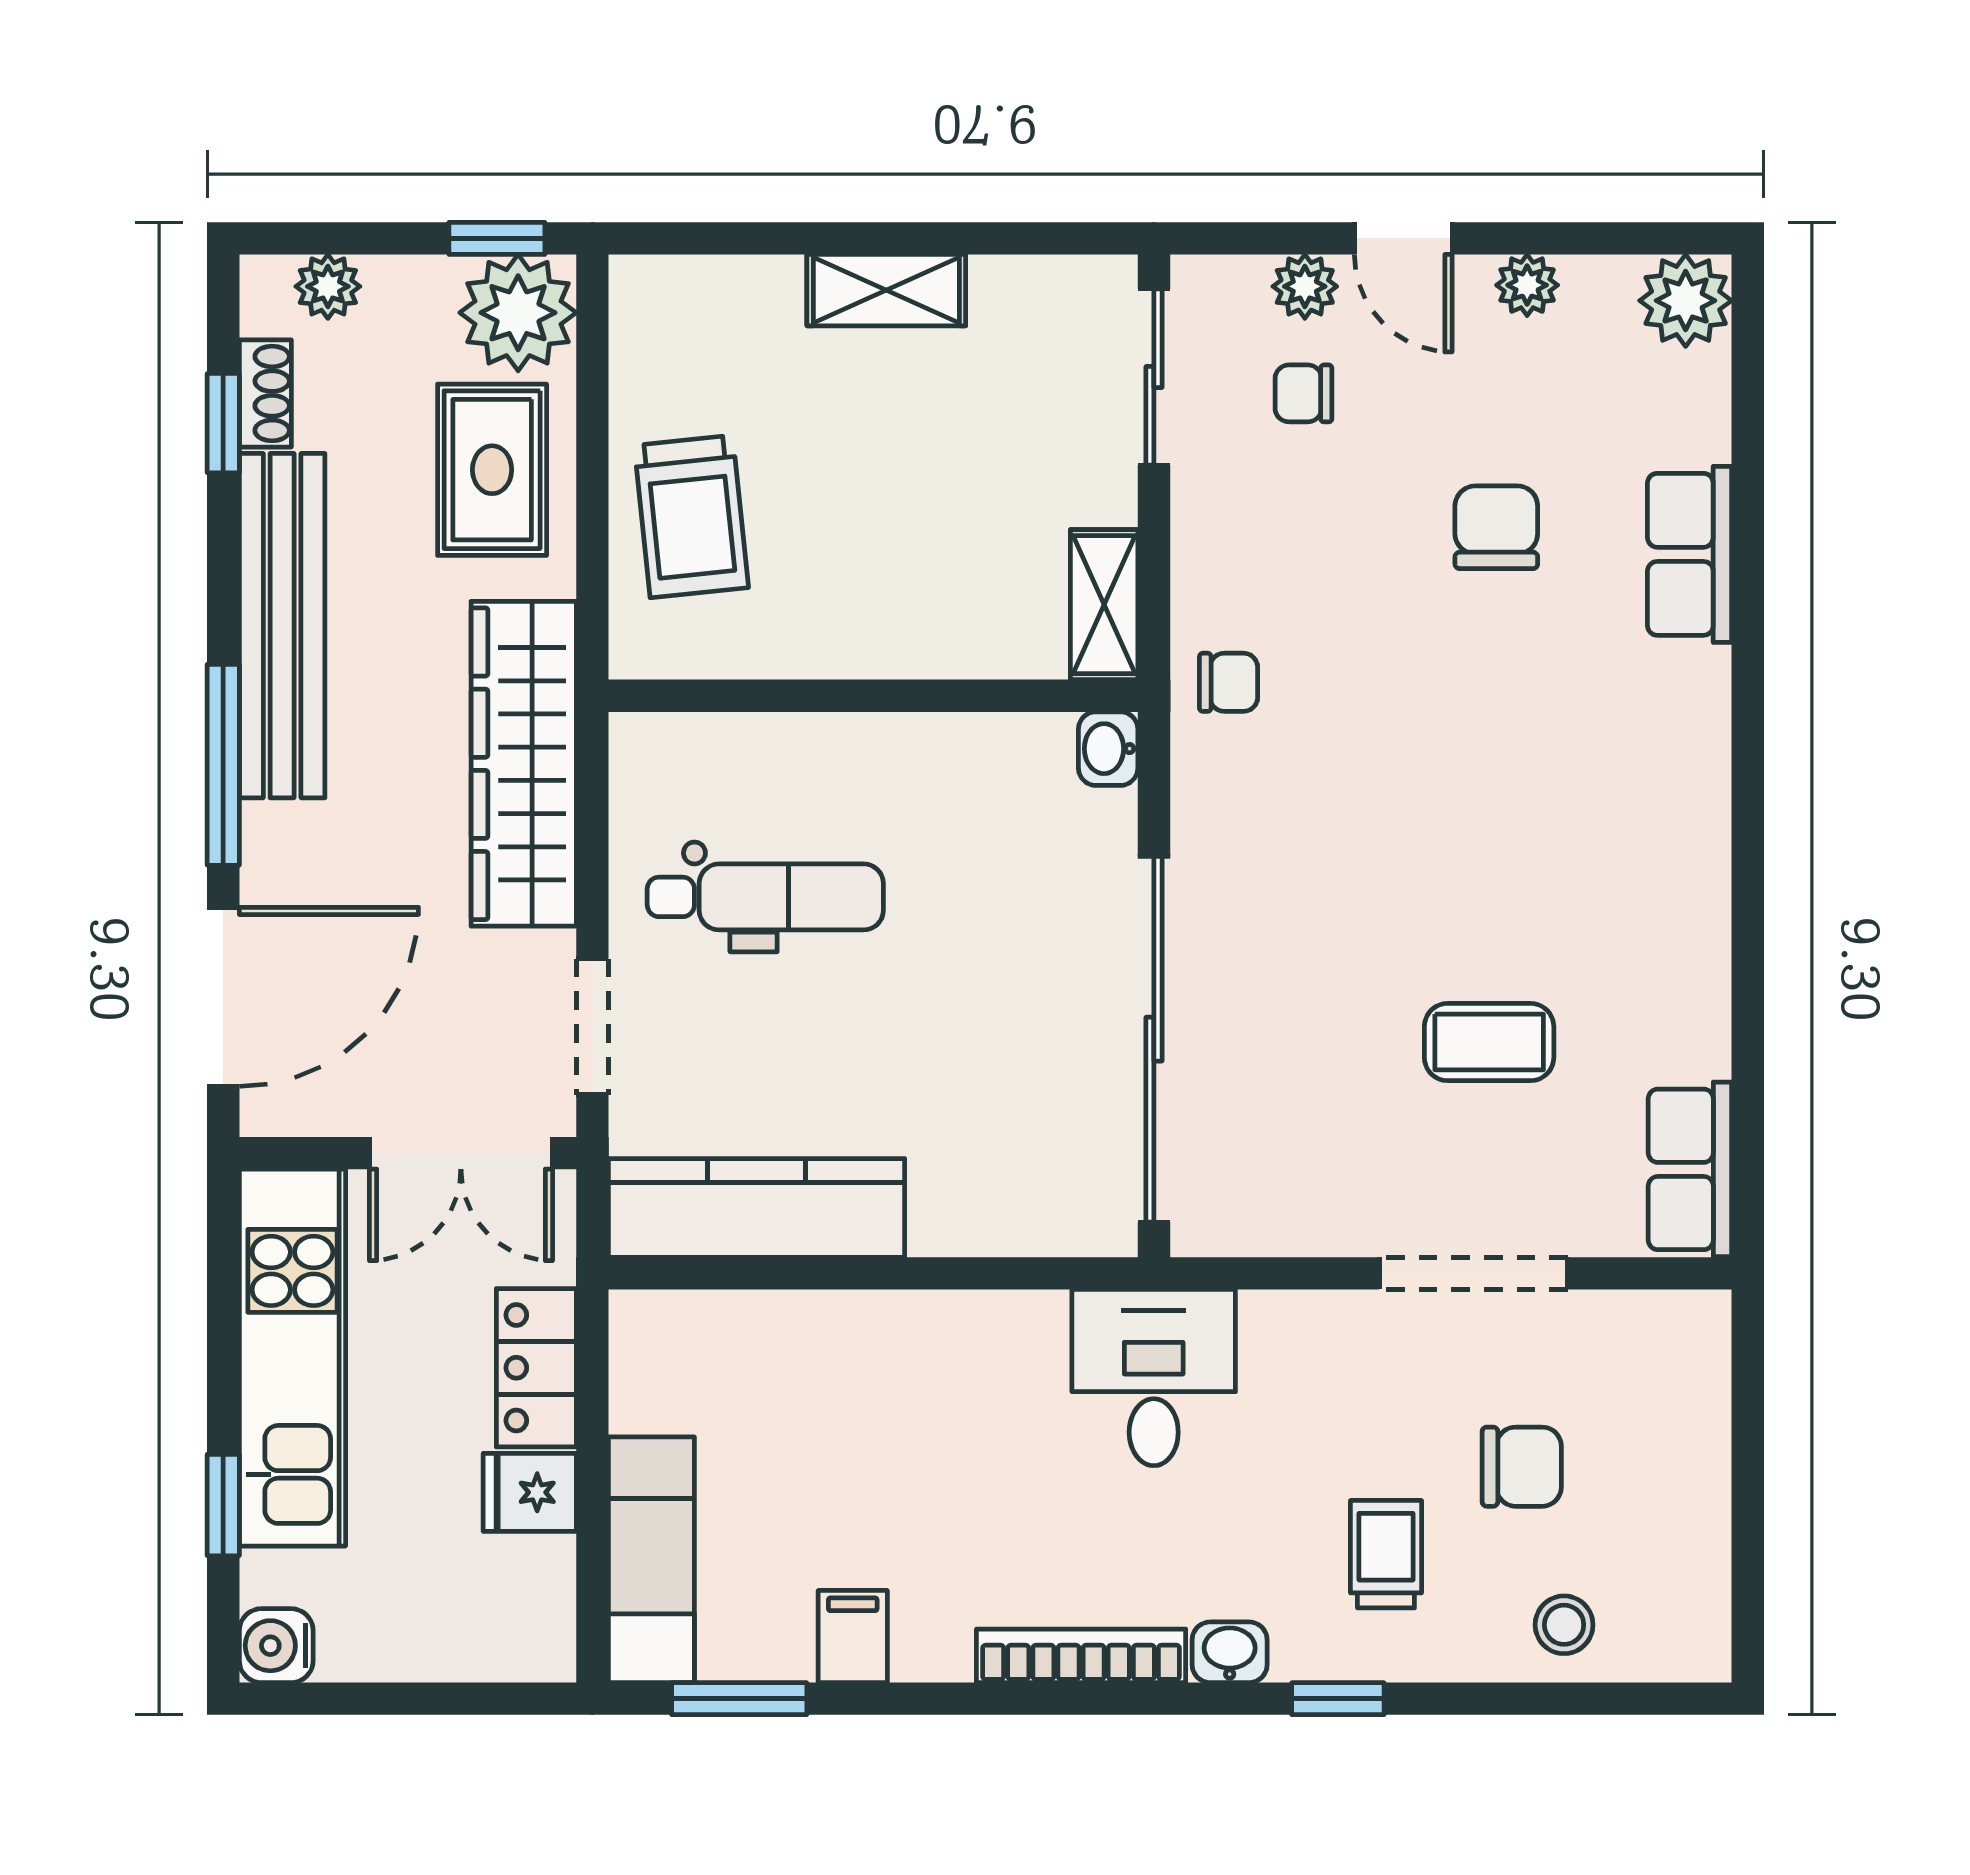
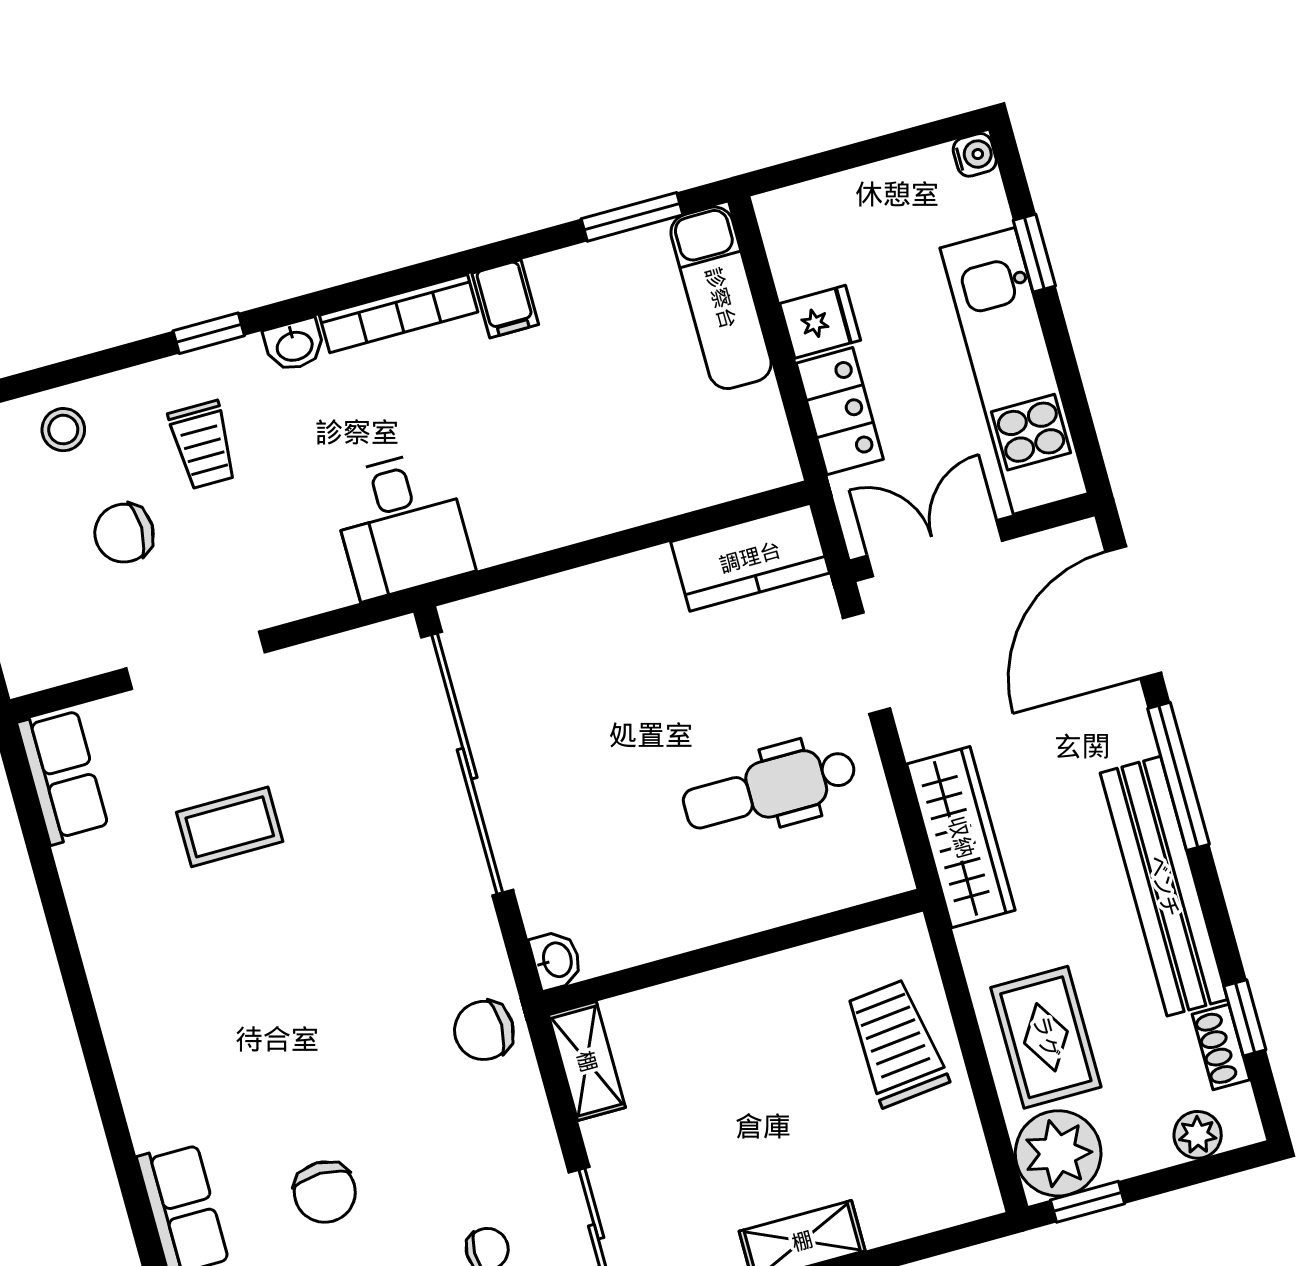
chair: (1229, 682) -> (484, 1030), width x1.37, depth x1.37
wardrobe: (524, 764) -> (961, 837), width x0.71, depth x0.85
kitchen counter: (757, 1208) -> (750, 557), width x0.67
filing cabinet: (853, 1637) -> (505, 299), moved
water cooler: (276, 1646) -> (975, 155), width x0.72, depth x0.72

